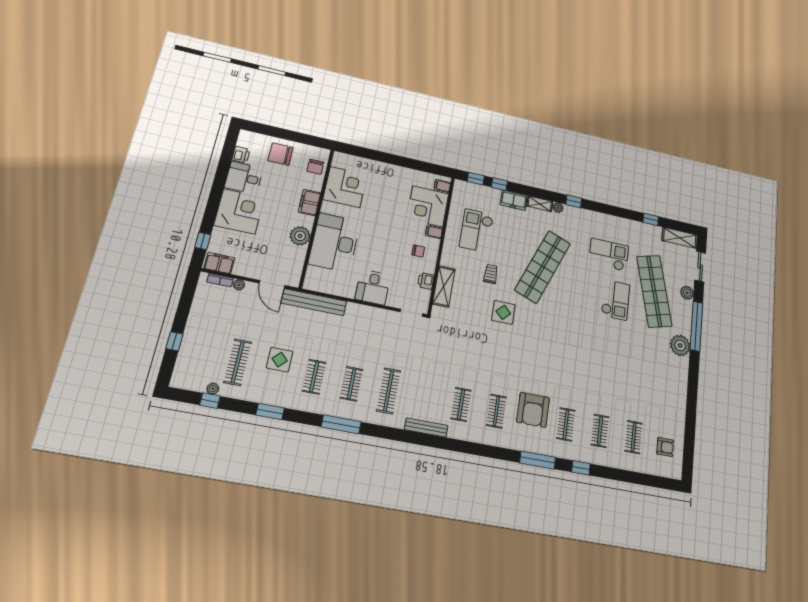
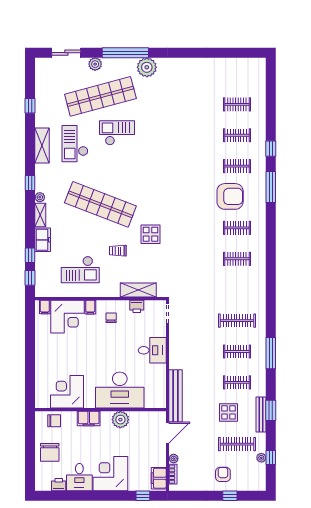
shelving: (680, 238) -> (42, 146), moved
bench: (426, 428) -> (261, 414), moved
armchair: (665, 447) -> (223, 474), moved

